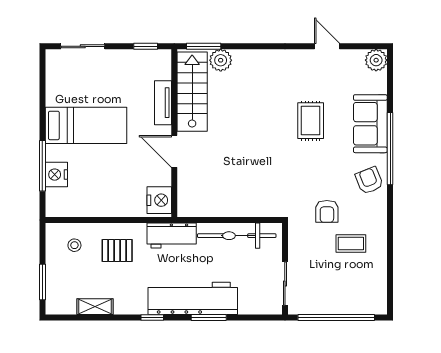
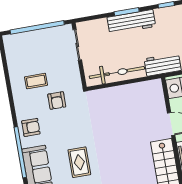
armchair: (369, 180) -> (31, 127), turned -68
armchair: (327, 211) -> (57, 101), turned 180
workbench: (193, 298) -> (131, 22), width x0.73, depth x0.76

